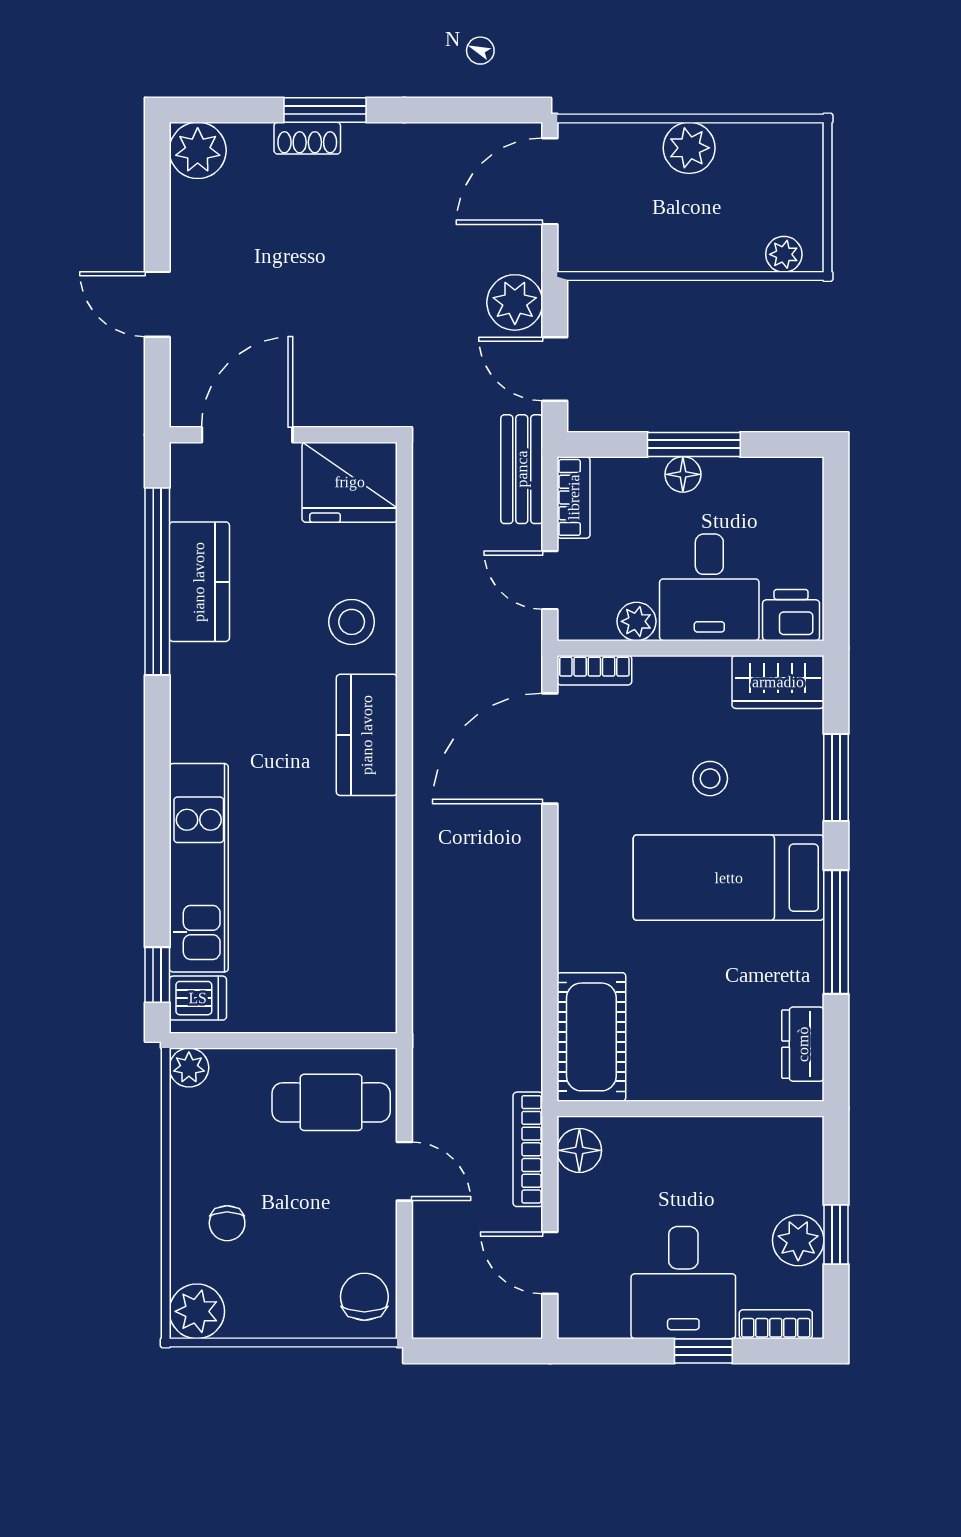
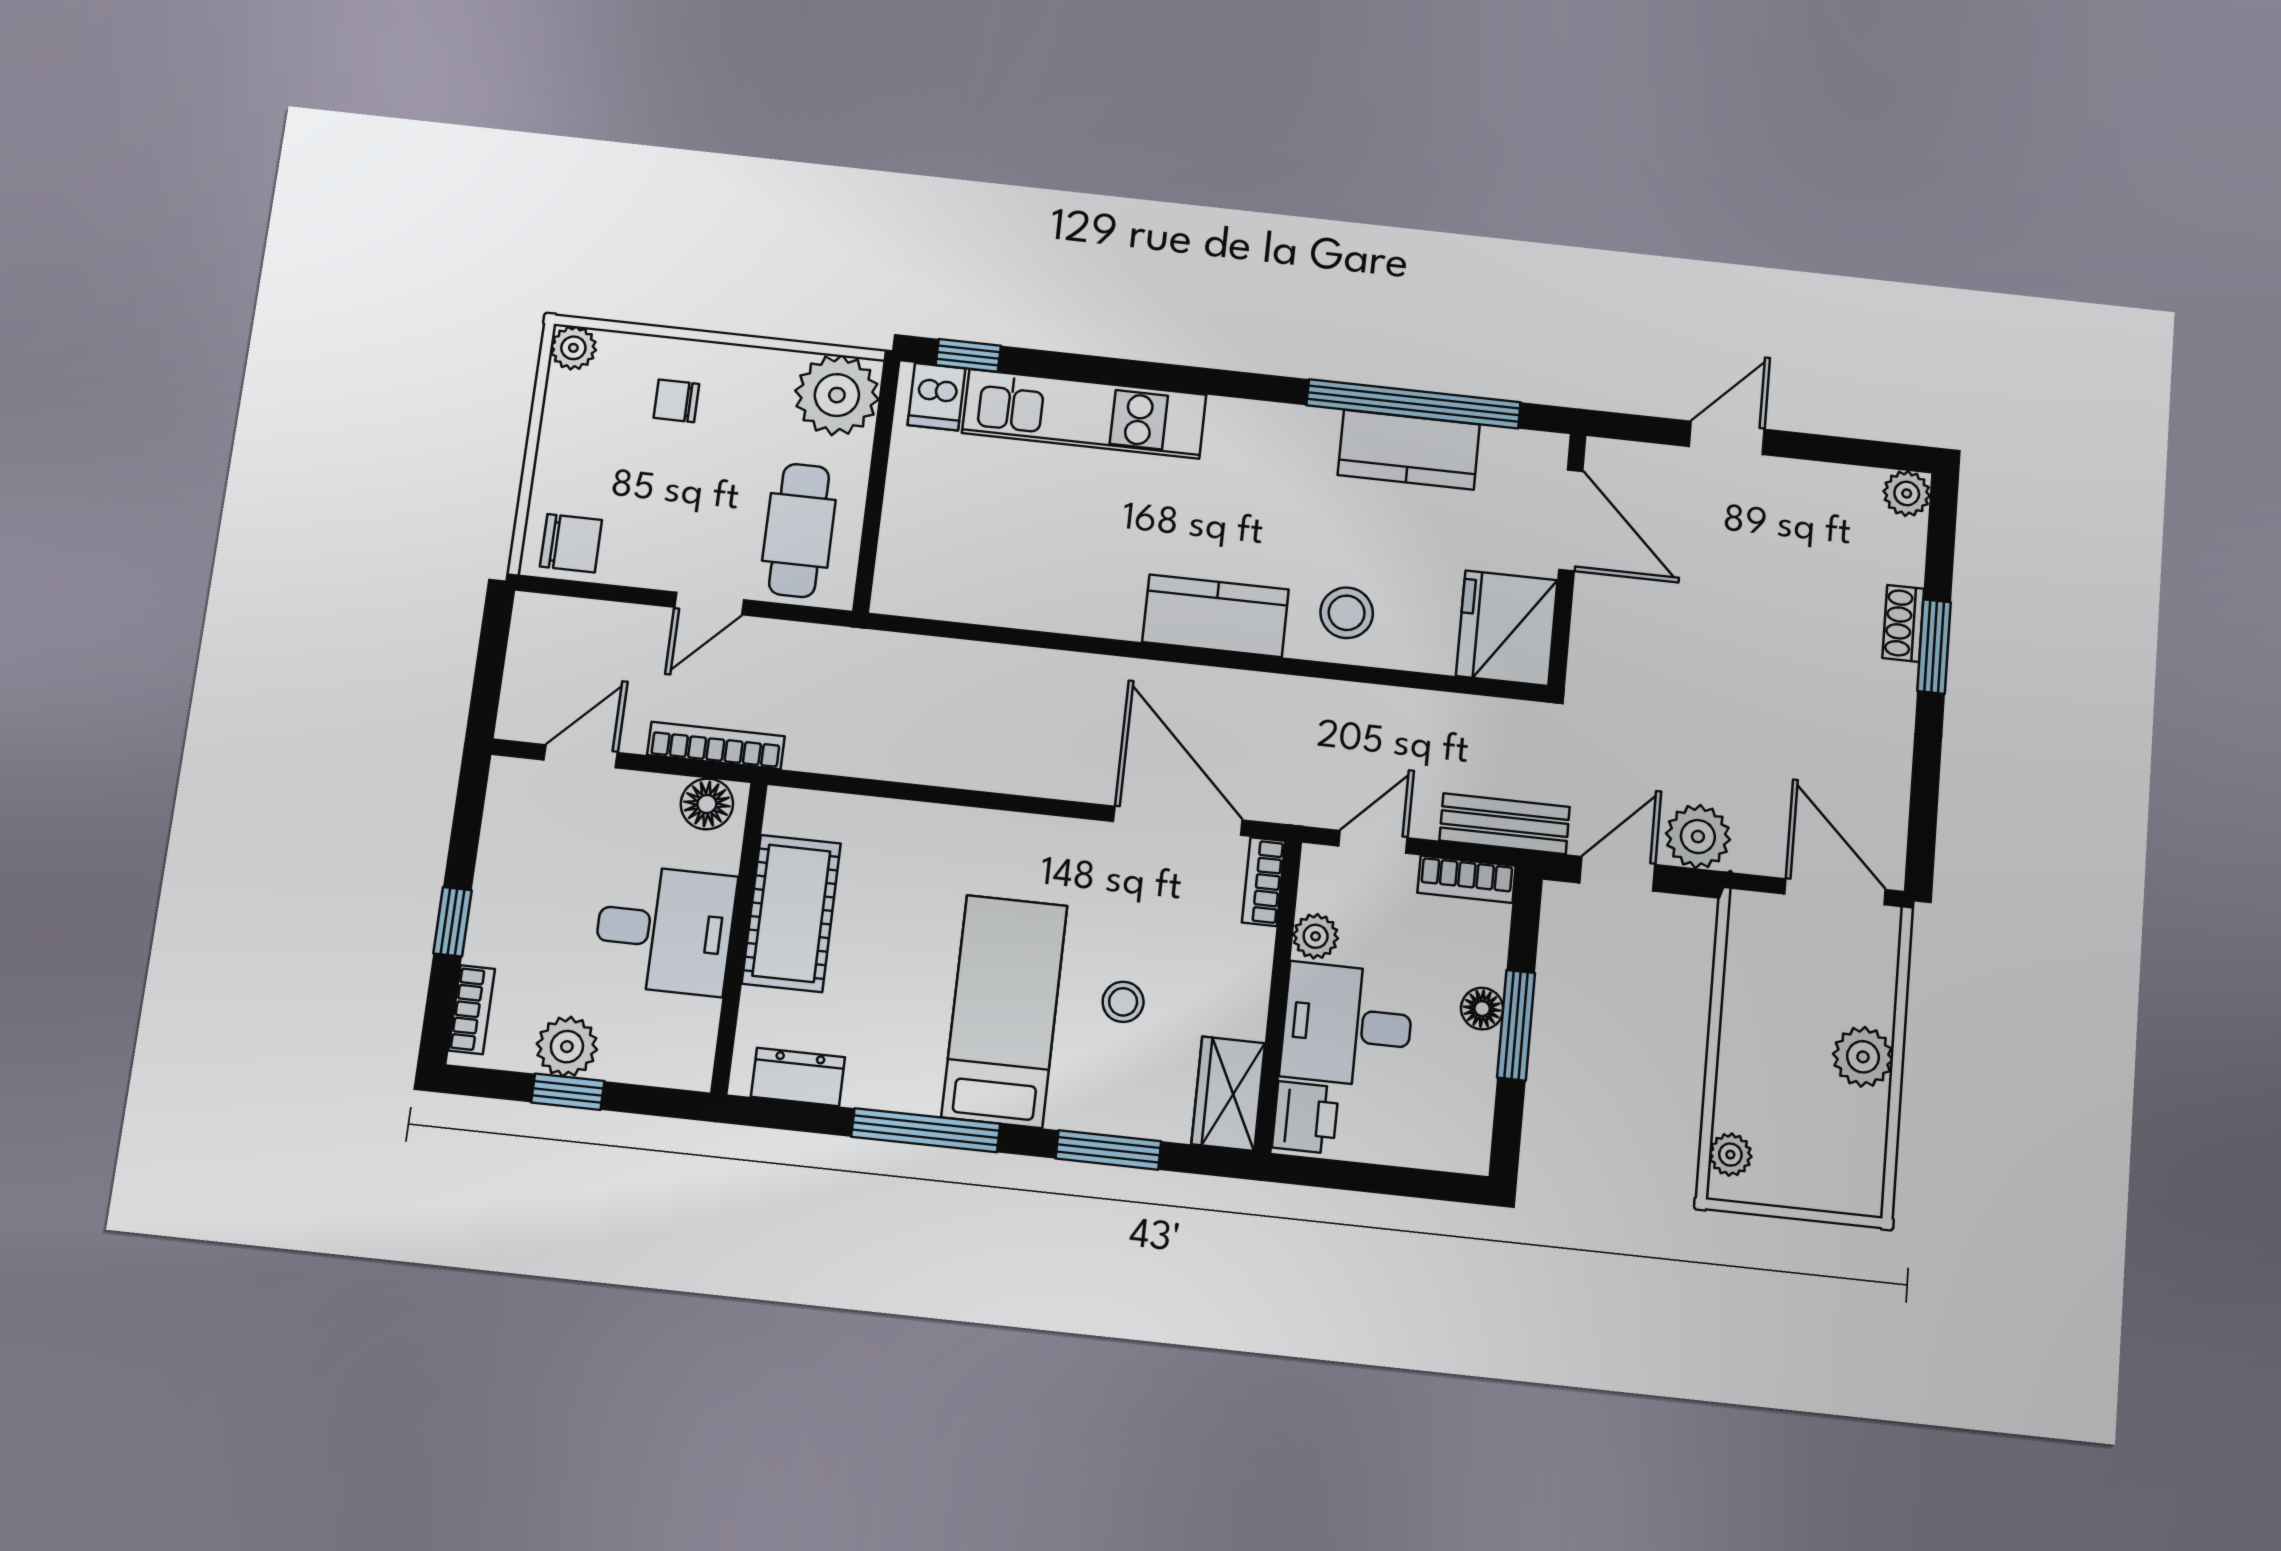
plant: (198, 150) -> (1907, 493), width x0.73, depth x0.73
cot: (591, 1037) -> (791, 913), moved, turned 90
plant: (189, 1068) -> (837, 395), width x1.87, depth x1.87
desk: (683, 1283) -> (664, 930), moved, turned 180
plant: (197, 1311) -> (573, 348), width x0.73, depth x0.73

